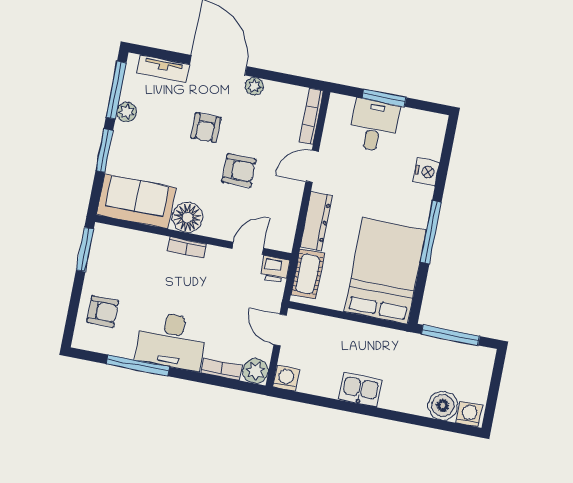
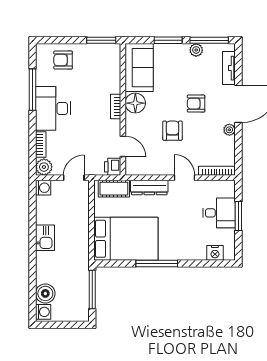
armchair: (239, 170) -> (172, 131), turned 180
nightstand: (426, 172) -> (215, 253), moved
armchair: (103, 312) -> (63, 60), turned 90

